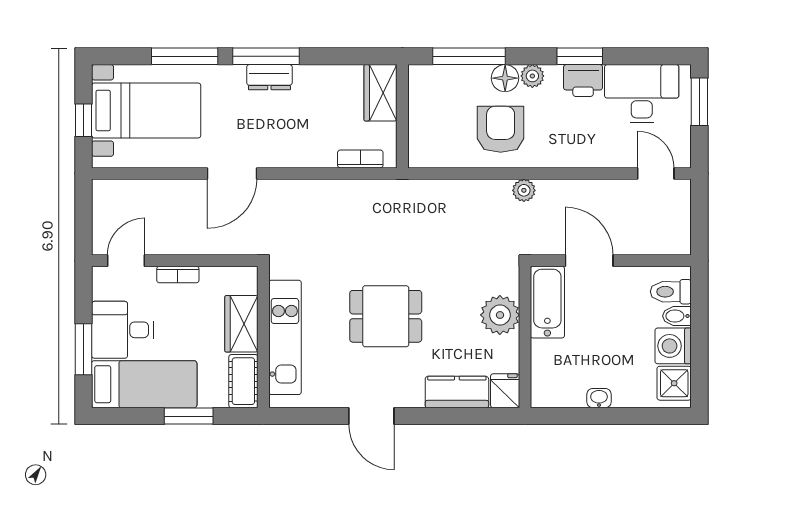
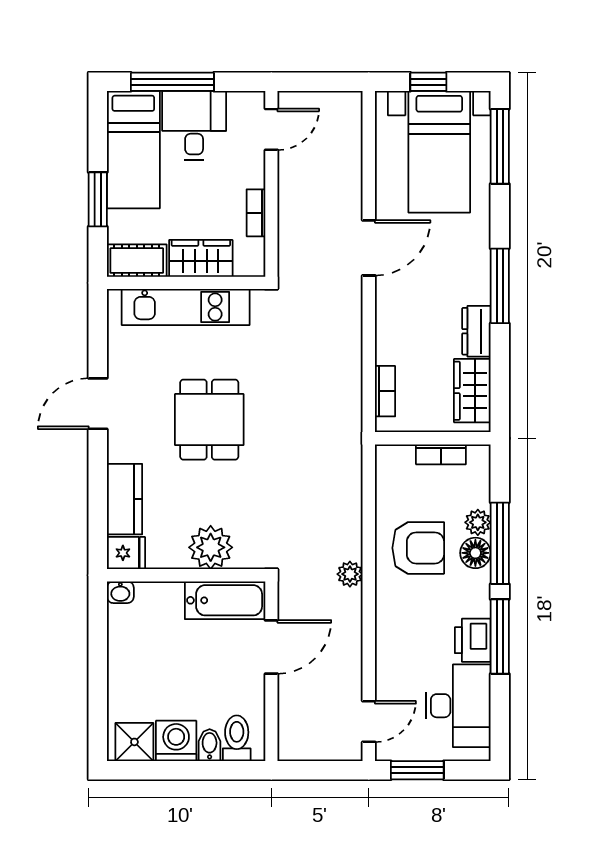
window: (185, 56) -> (500, 146), moved
window: (469, 56) -> (500, 543), moved
window: (580, 56) -> (500, 636), width x1.44
plant: (532, 76) -> (478, 522), moved
dresser: (269, 77) -> (476, 331), moved
wardrobe: (380, 93) -> (472, 391), moved, turned -90
window: (699, 102) -> (417, 770), moved
bookcase: (417, 109) -> (441, 454), added
door: (232, 173) -> (369, 248), swing flipped
door: (126, 261) -> (271, 129), hinge flipped
bookcase: (178, 275) -> (256, 213), moved
window: (84, 349) -> (172, 82), width x1.44
washbasin: (599, 398) -> (120, 592), moved, turned 90

